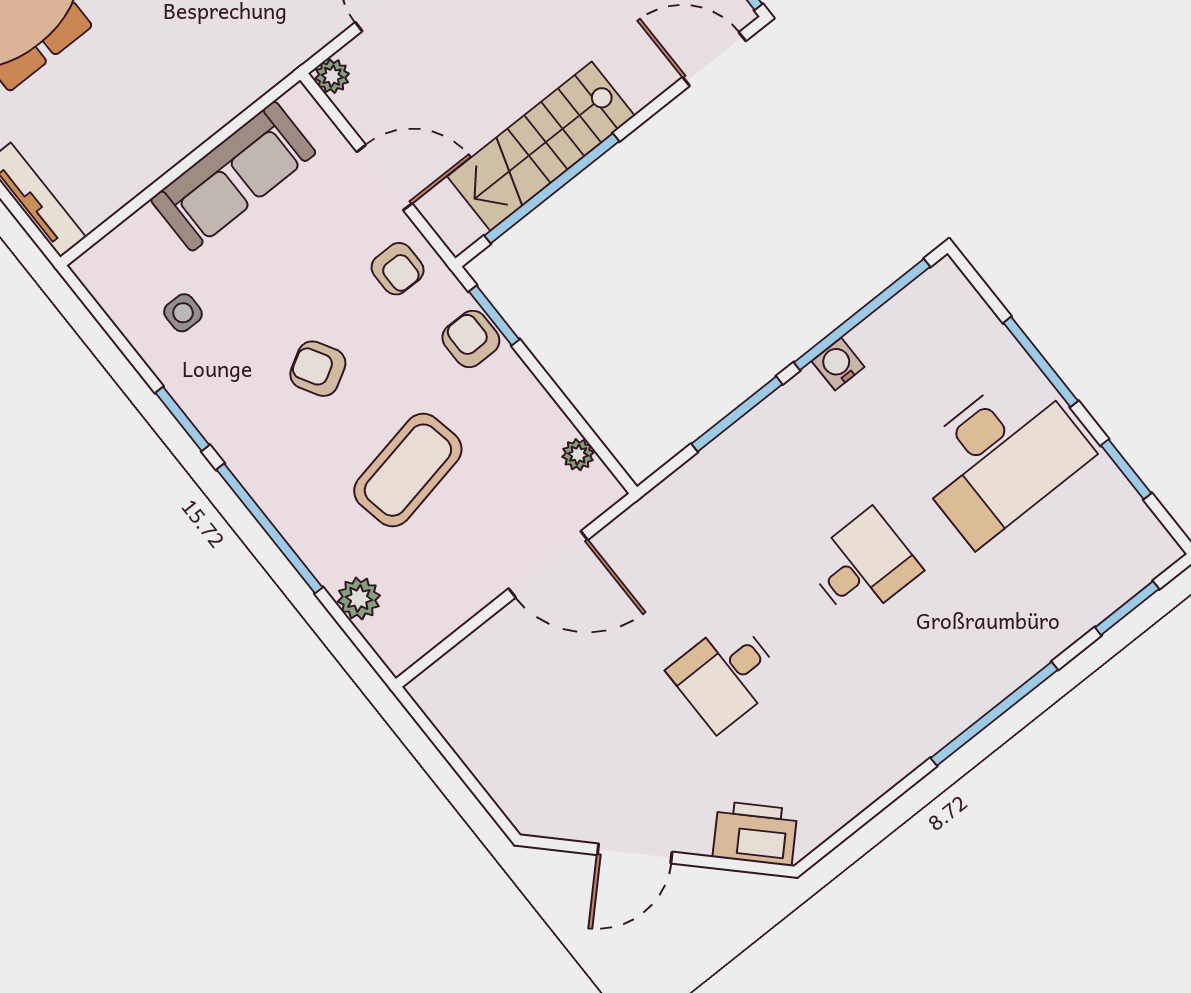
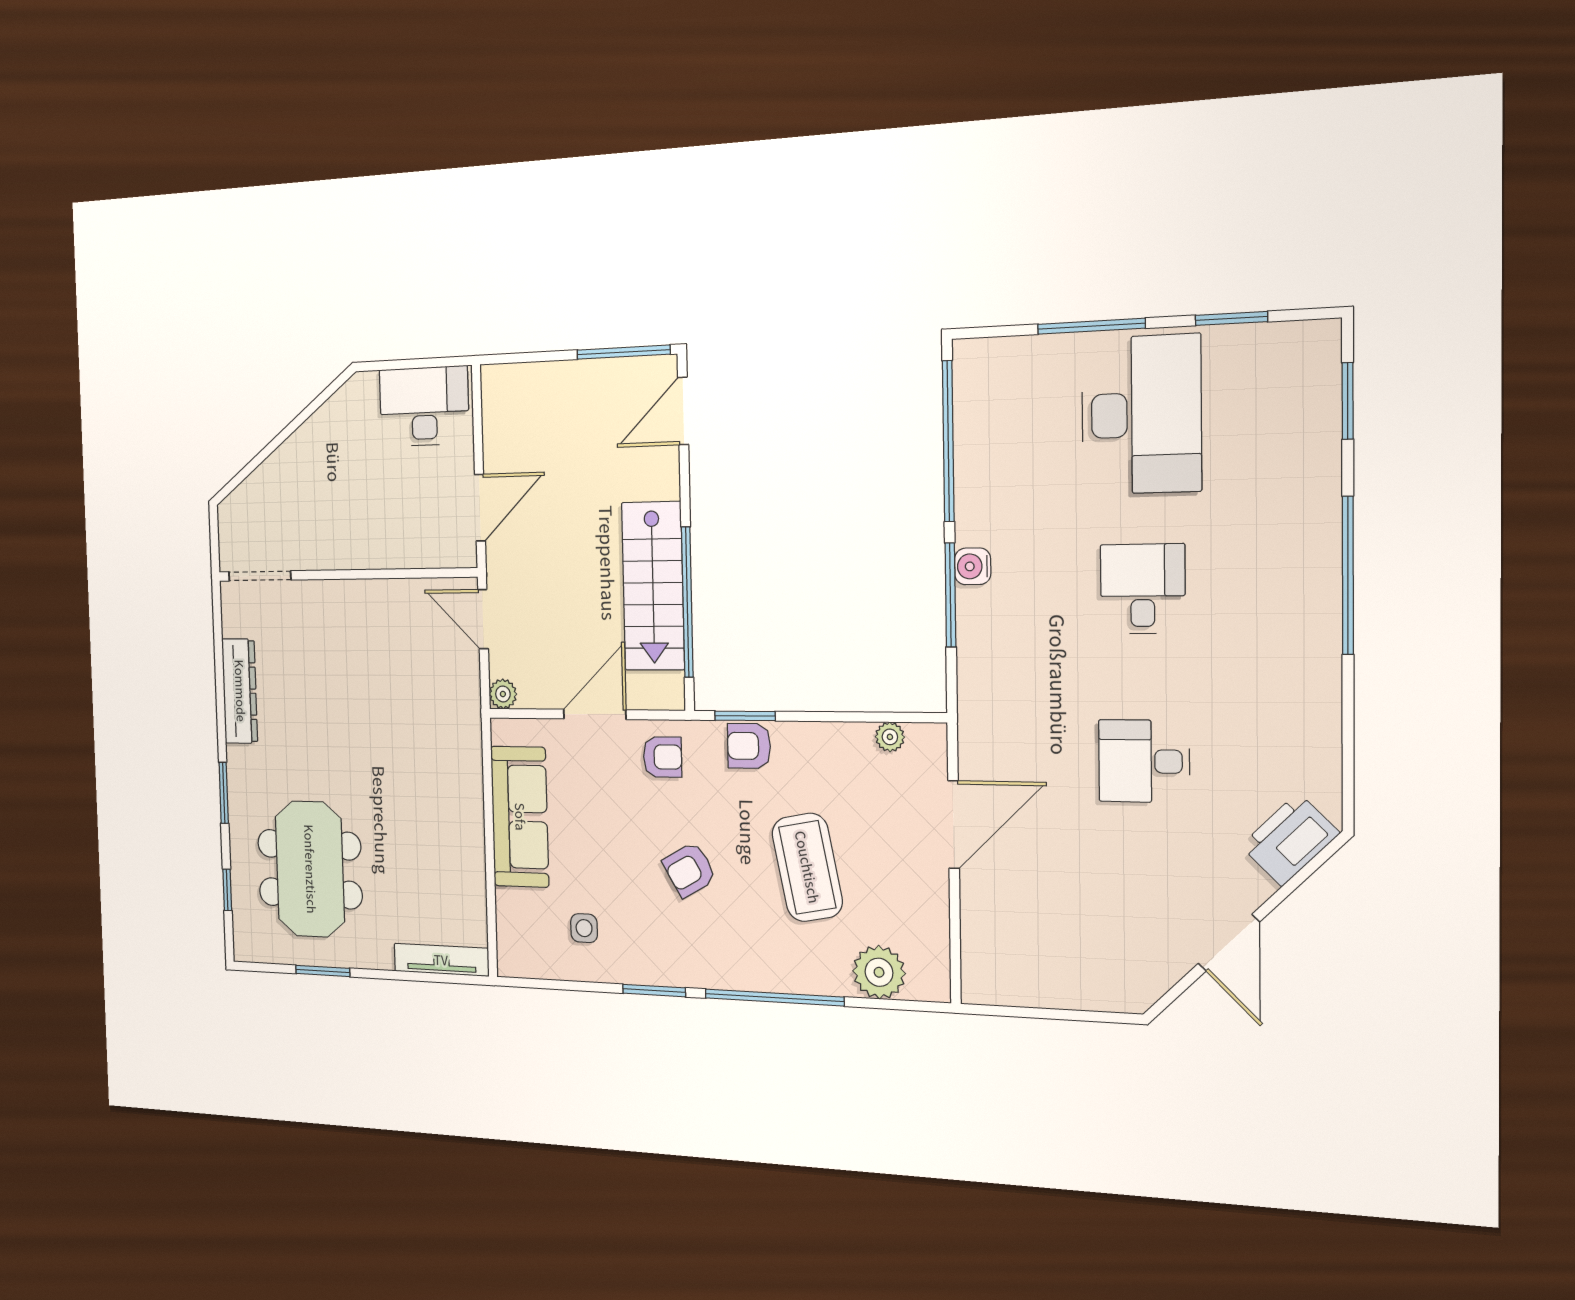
water cooler: (838, 364) -> (973, 566), moved
plant: (359, 598) -> (879, 972), width x1.36, depth x1.36
desk: (726, 675) -> (1144, 761), turned 90

